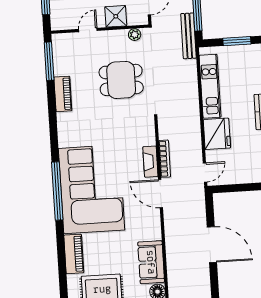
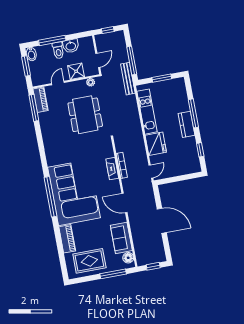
dining table: (121, 80) -> (85, 115), width x1.38
piano: (63, 94) -> (41, 100), moved
door: (161, 194) -> (124, 203), moved

